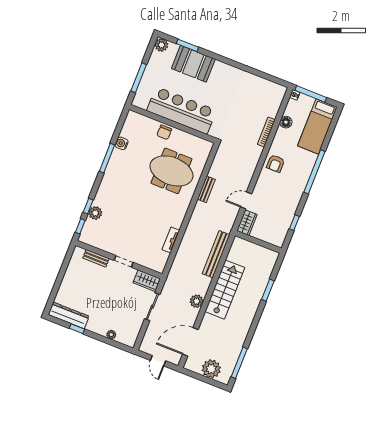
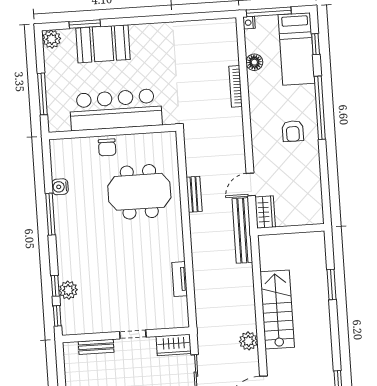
armchair: (276, 164) -> (293, 131), moved
window: (294, 223) -> (316, 44), moved
bench: (216, 254) -> (242, 230), moved

